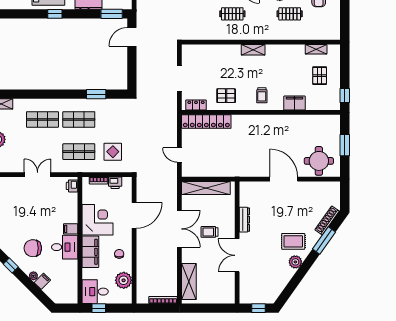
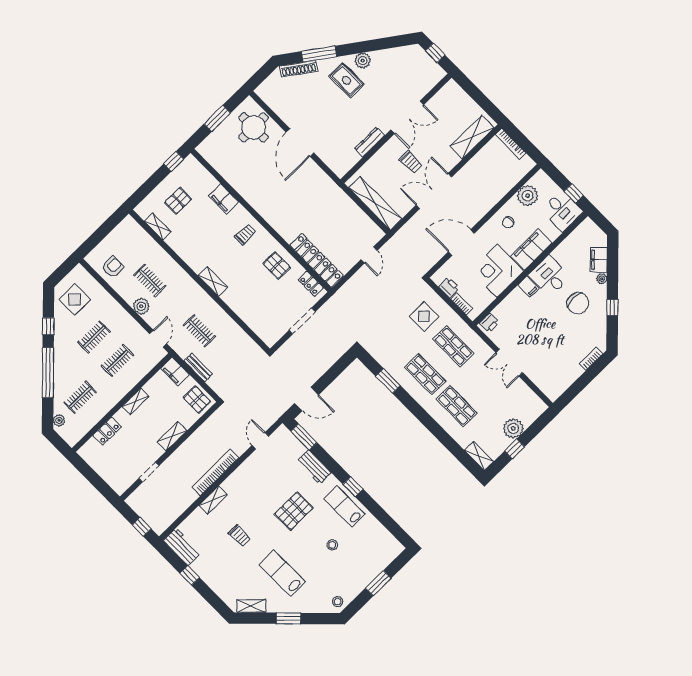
filing cabinet: (42, 281) -> (599, 260), width x2.00

